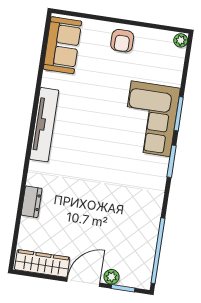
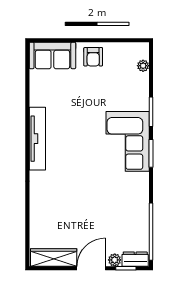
plant: (181, 40) -> (143, 66), moved
sofa: (62, 45) -> (52, 55), moved, turned 90
corner sofa: (151, 119) -> (128, 141), moved
dresser: (32, 202) -> (135, 259), moved, turned -90

